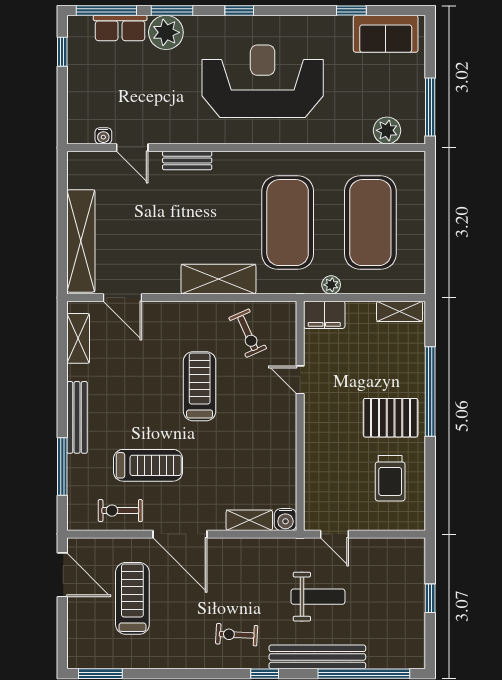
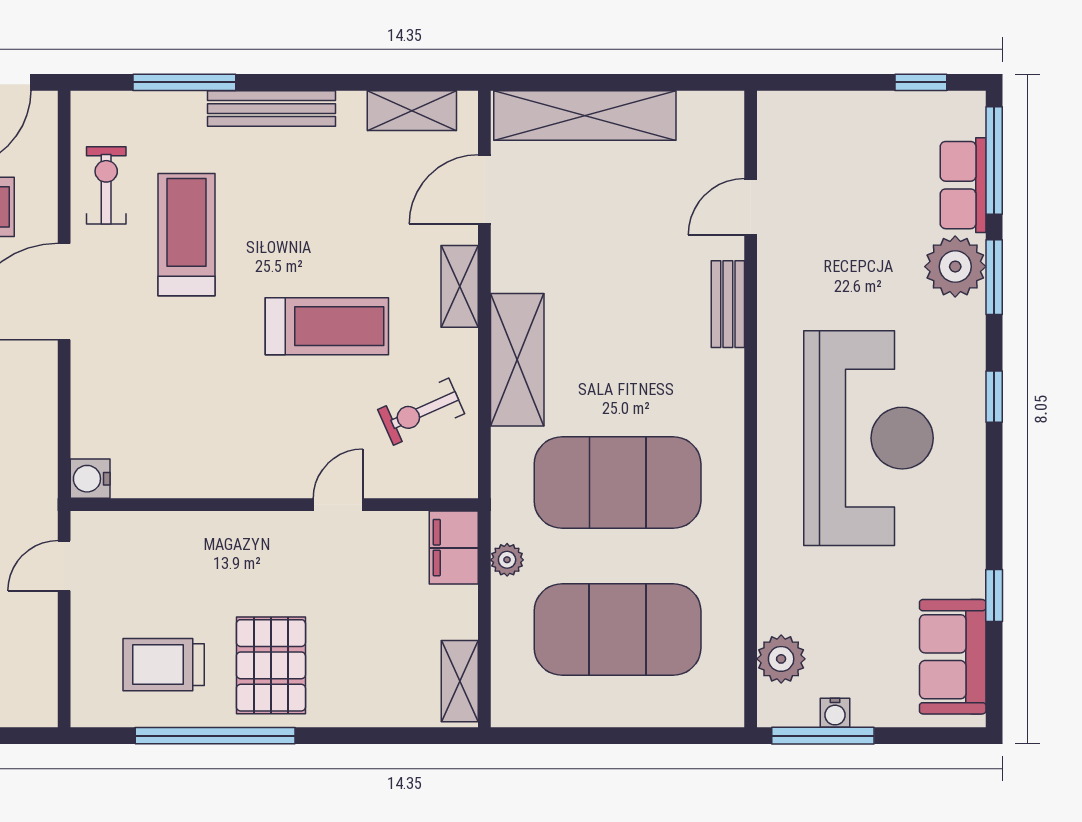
water cooler: (103, 136) -> (835, 713), moved, turned -90
window: (430, 391) -> (215, 736), moved
treadmill: (148, 465) -> (186, 235), turned 180
shelving: (249, 520) -> (460, 286), moved

